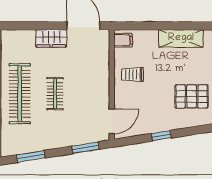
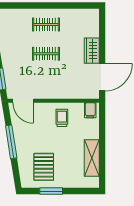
clothes rail: (20, 94) -> (46, 25), width x0.54, depth x0.76
window: (161, 136) -> (11, 142), width x2.17

